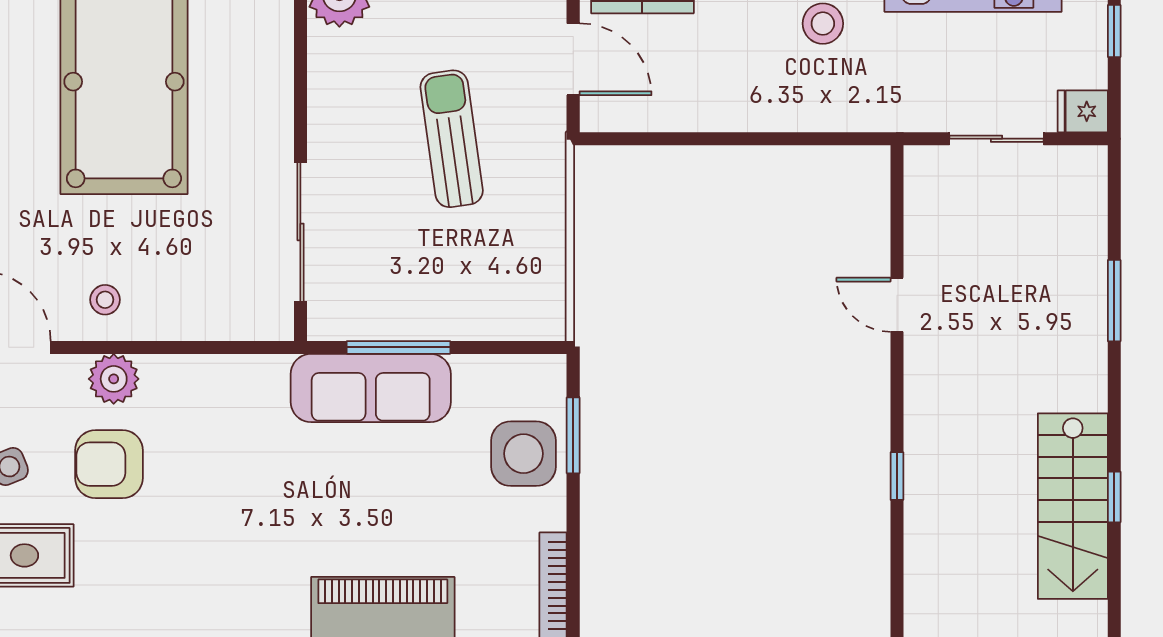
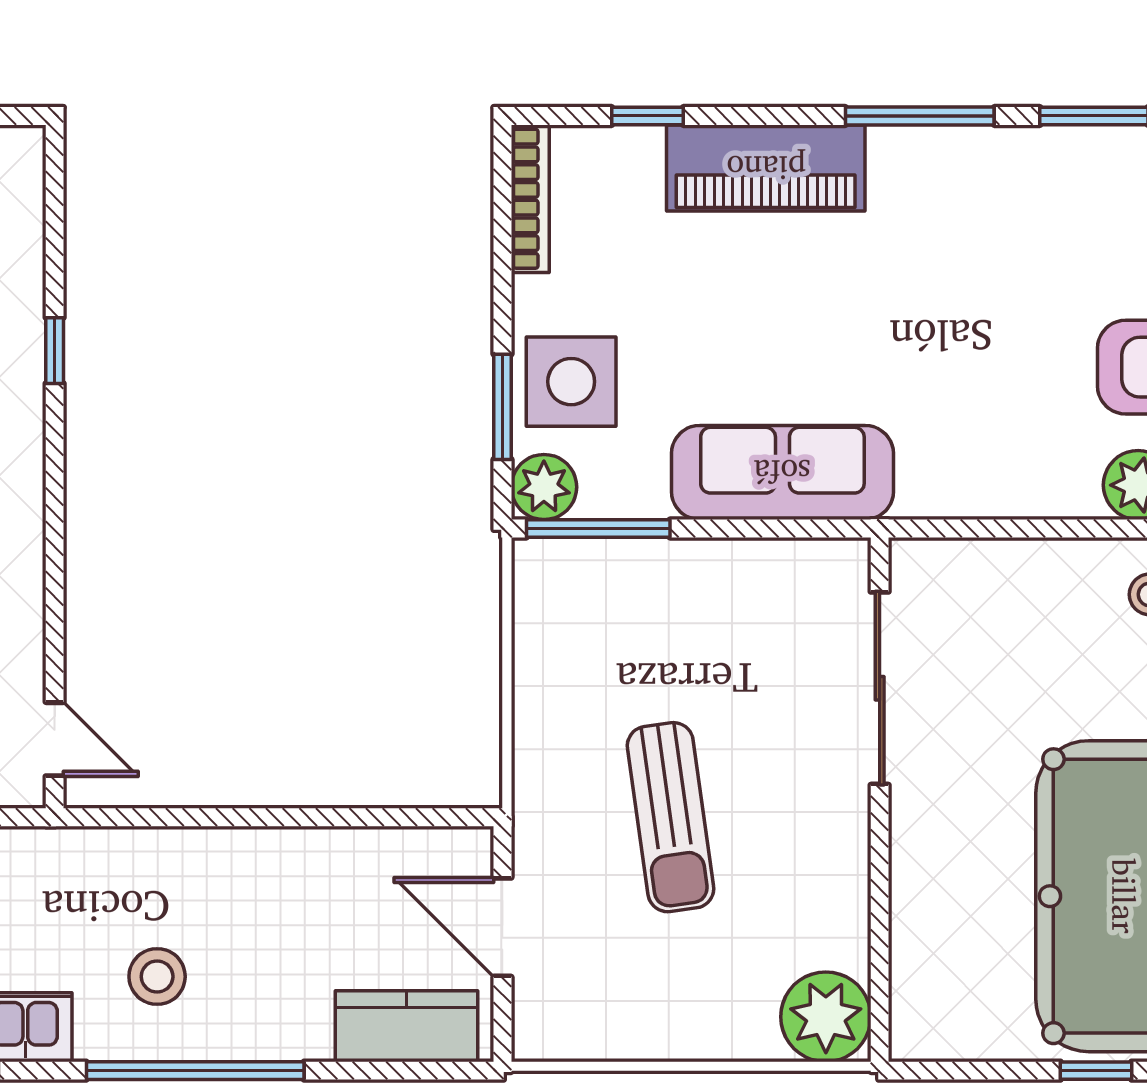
door: (897, 305) -> (55, 739), moved
window: (398, 347) -> (598, 528), moved
plant: (543, 377) -> (544, 487), added

